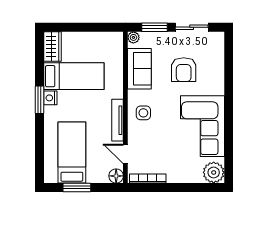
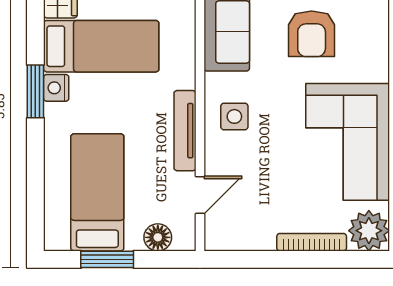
door: (125, 154) -> (200, 195), swing flipped
floor lamp: (116, 176) -> (158, 237), moved
bookcase: (148, 178) -> (312, 242), moved

